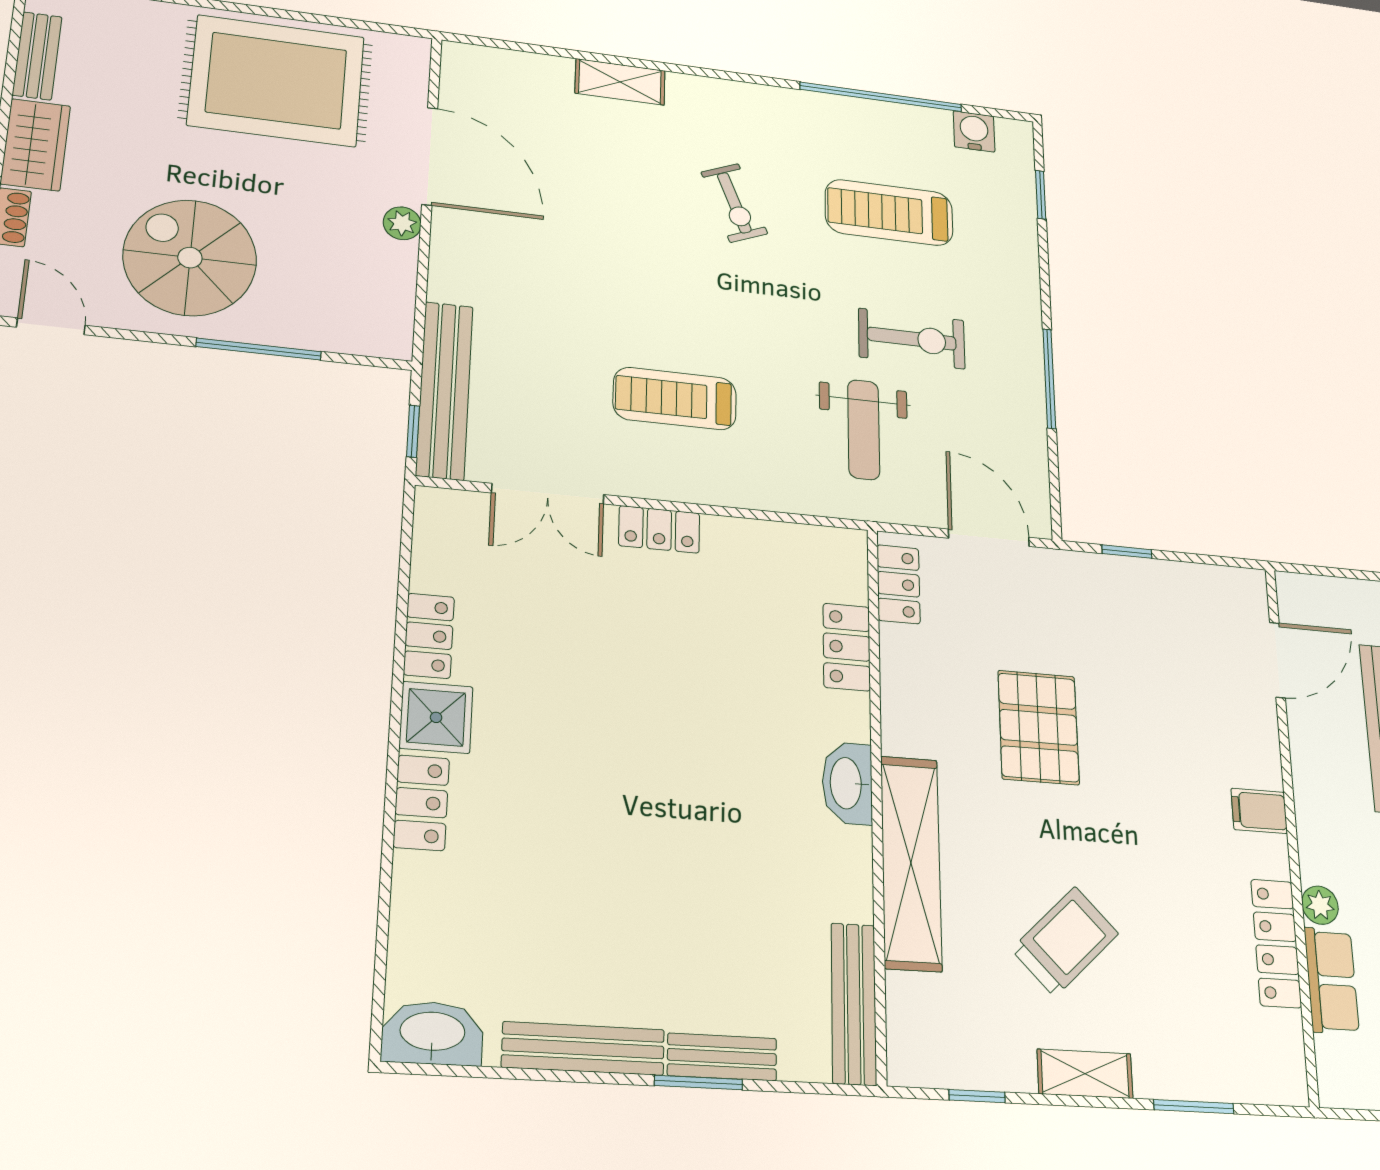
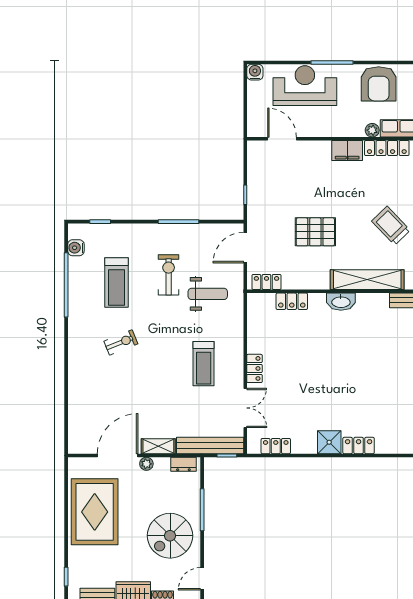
shelving: (620, 82) -> (158, 446), moved, turned 90
dresser: (395, 316) -> (183, 464), added
locker: (429, 636) -> (276, 446), moved
filing cabinet: (1259, 811) -> (347, 151), width x2.00

